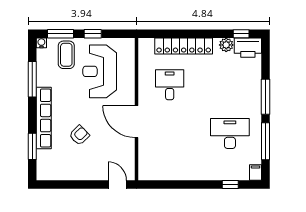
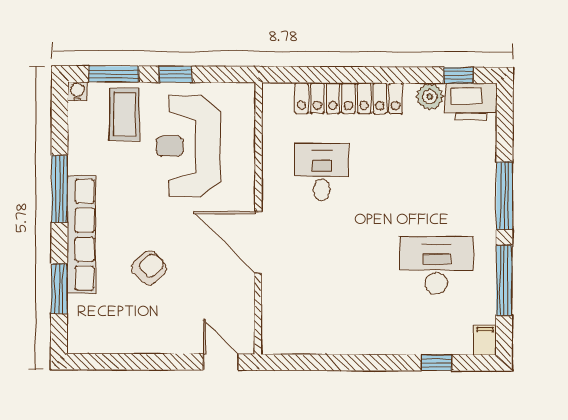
window: (32, 79) -> (59, 189), moved

